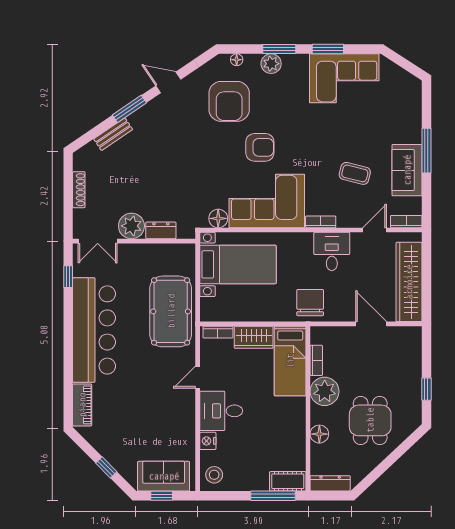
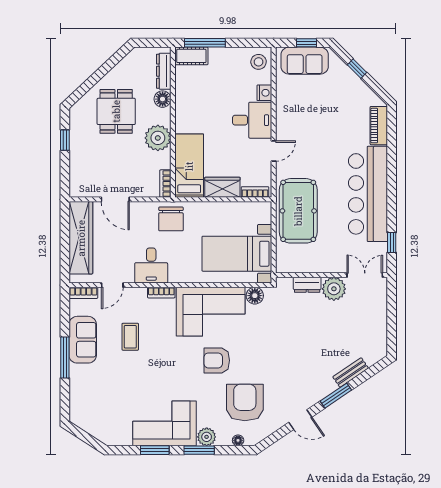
corner sofa: (344, 78) -> (165, 423), moved
coffee table: (355, 173) -> (130, 337), turned 76
shoe rack: (79, 190) -> (382, 322), removed
bookcase: (316, 360) -> (165, 184), moved
dresser: (330, 483) -> (164, 71), moved, turned 90

